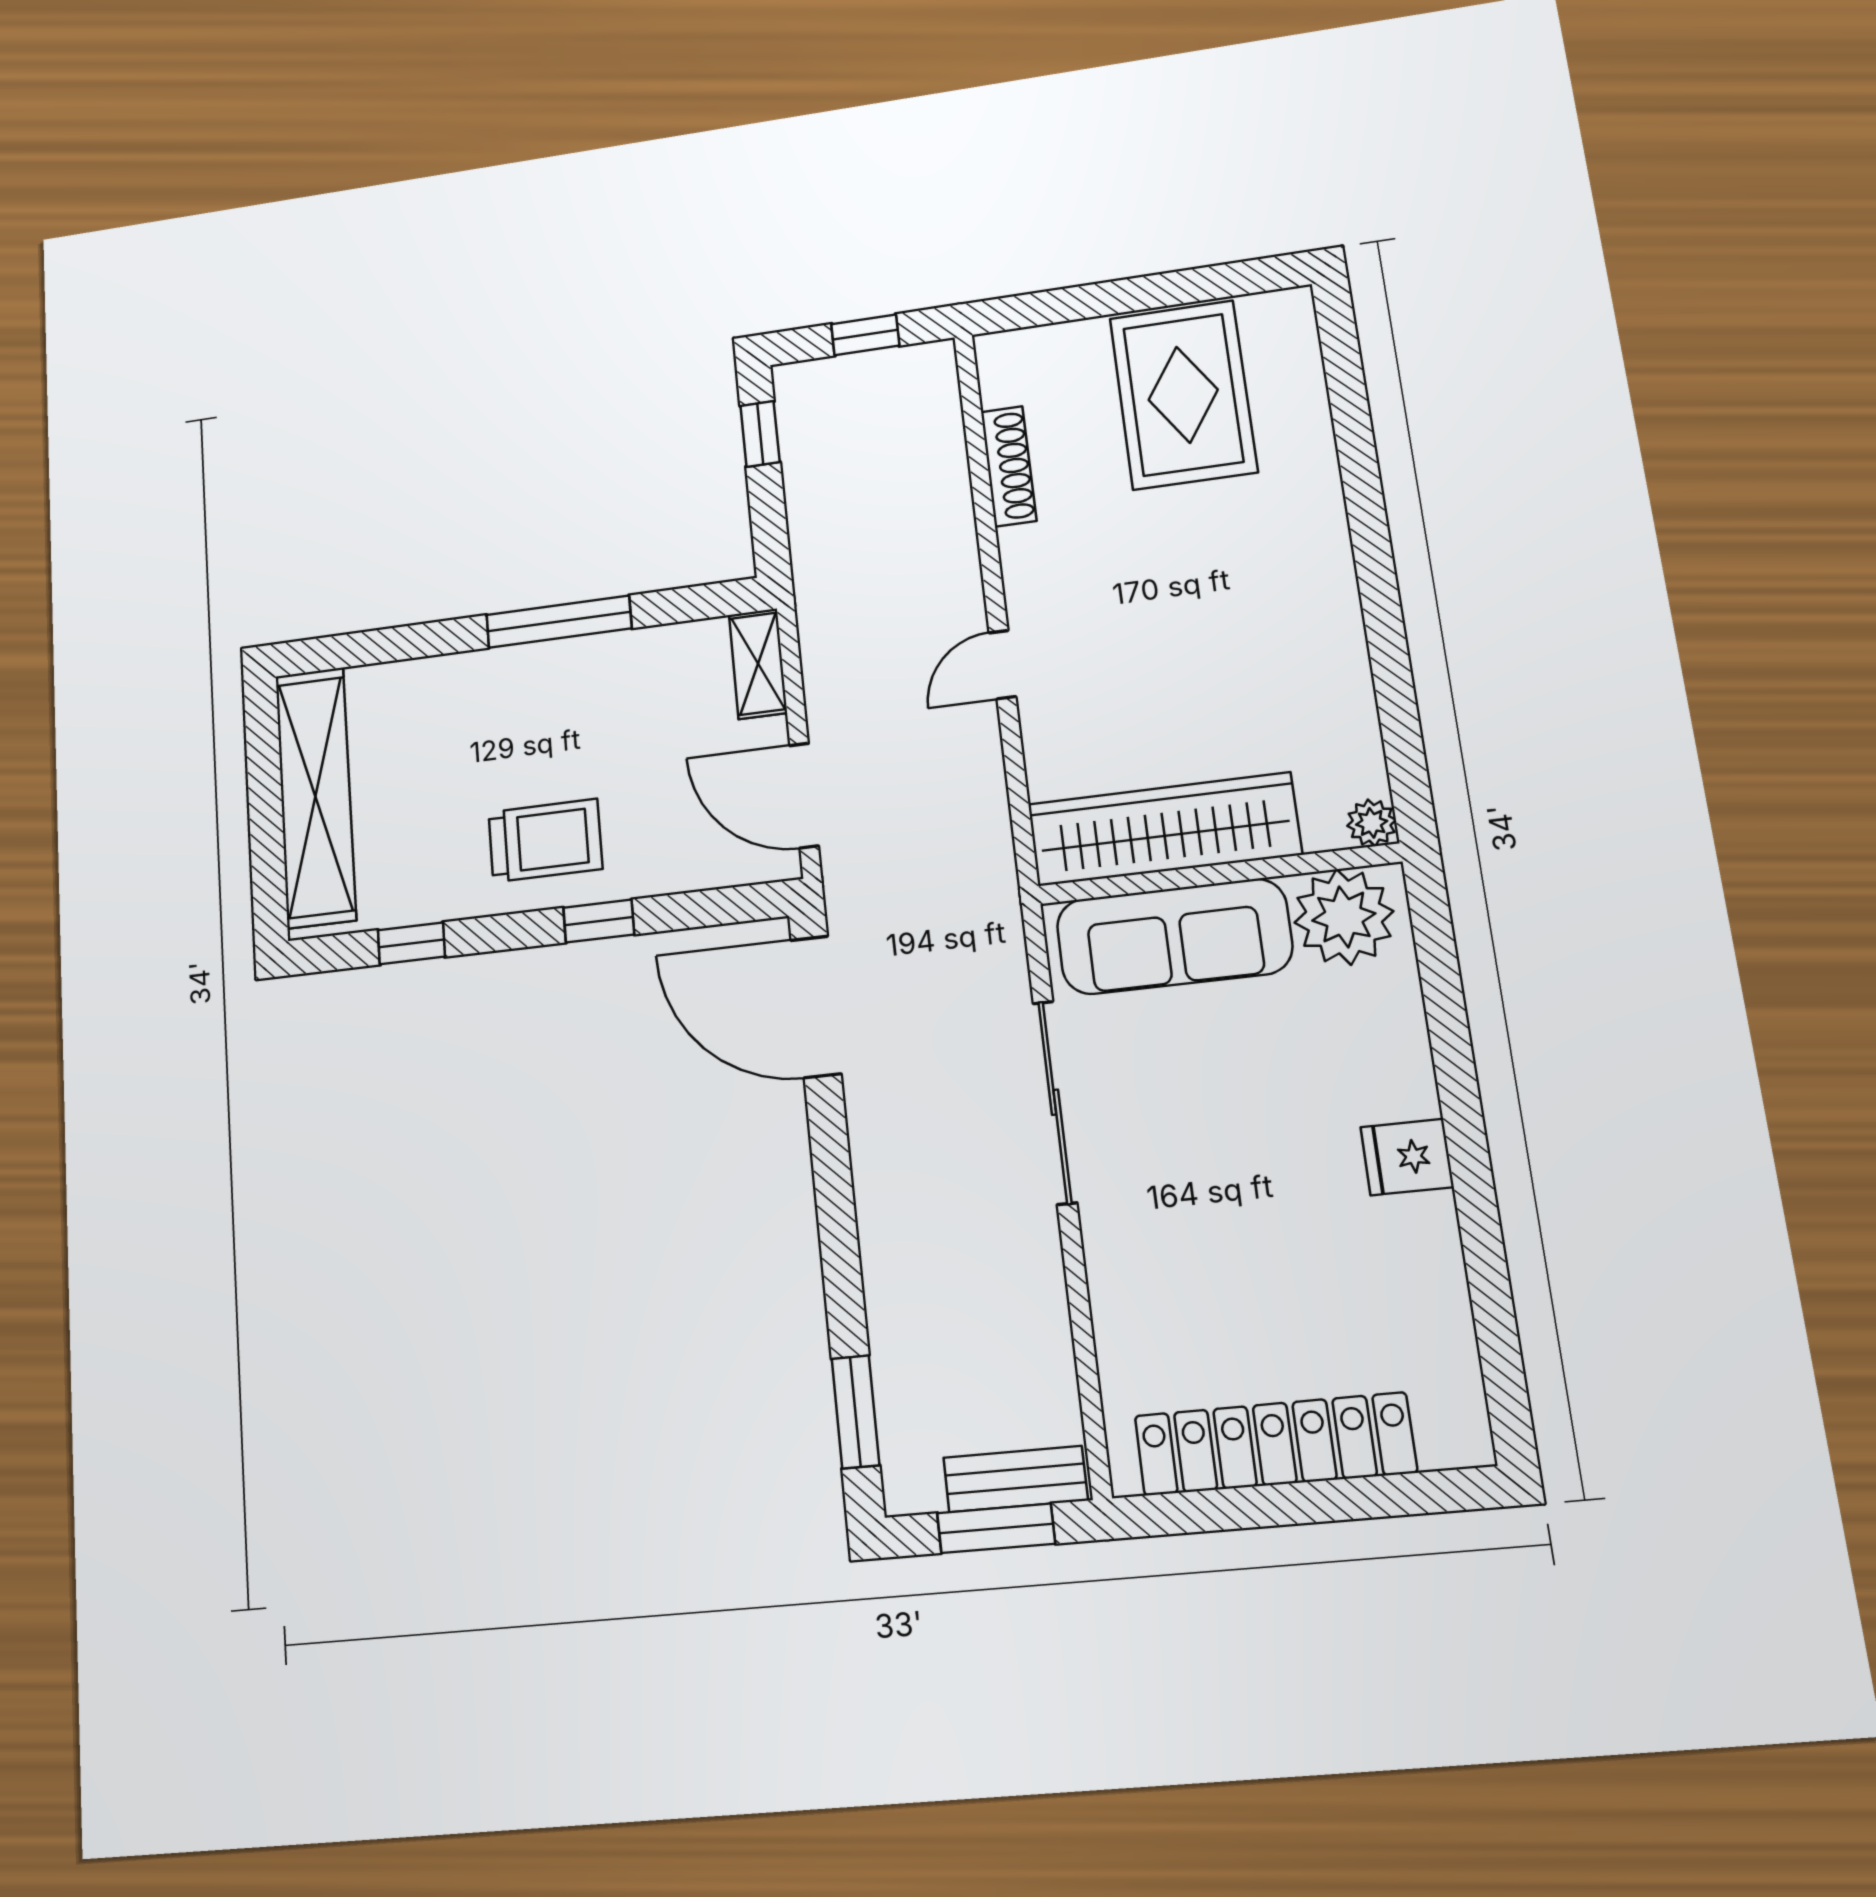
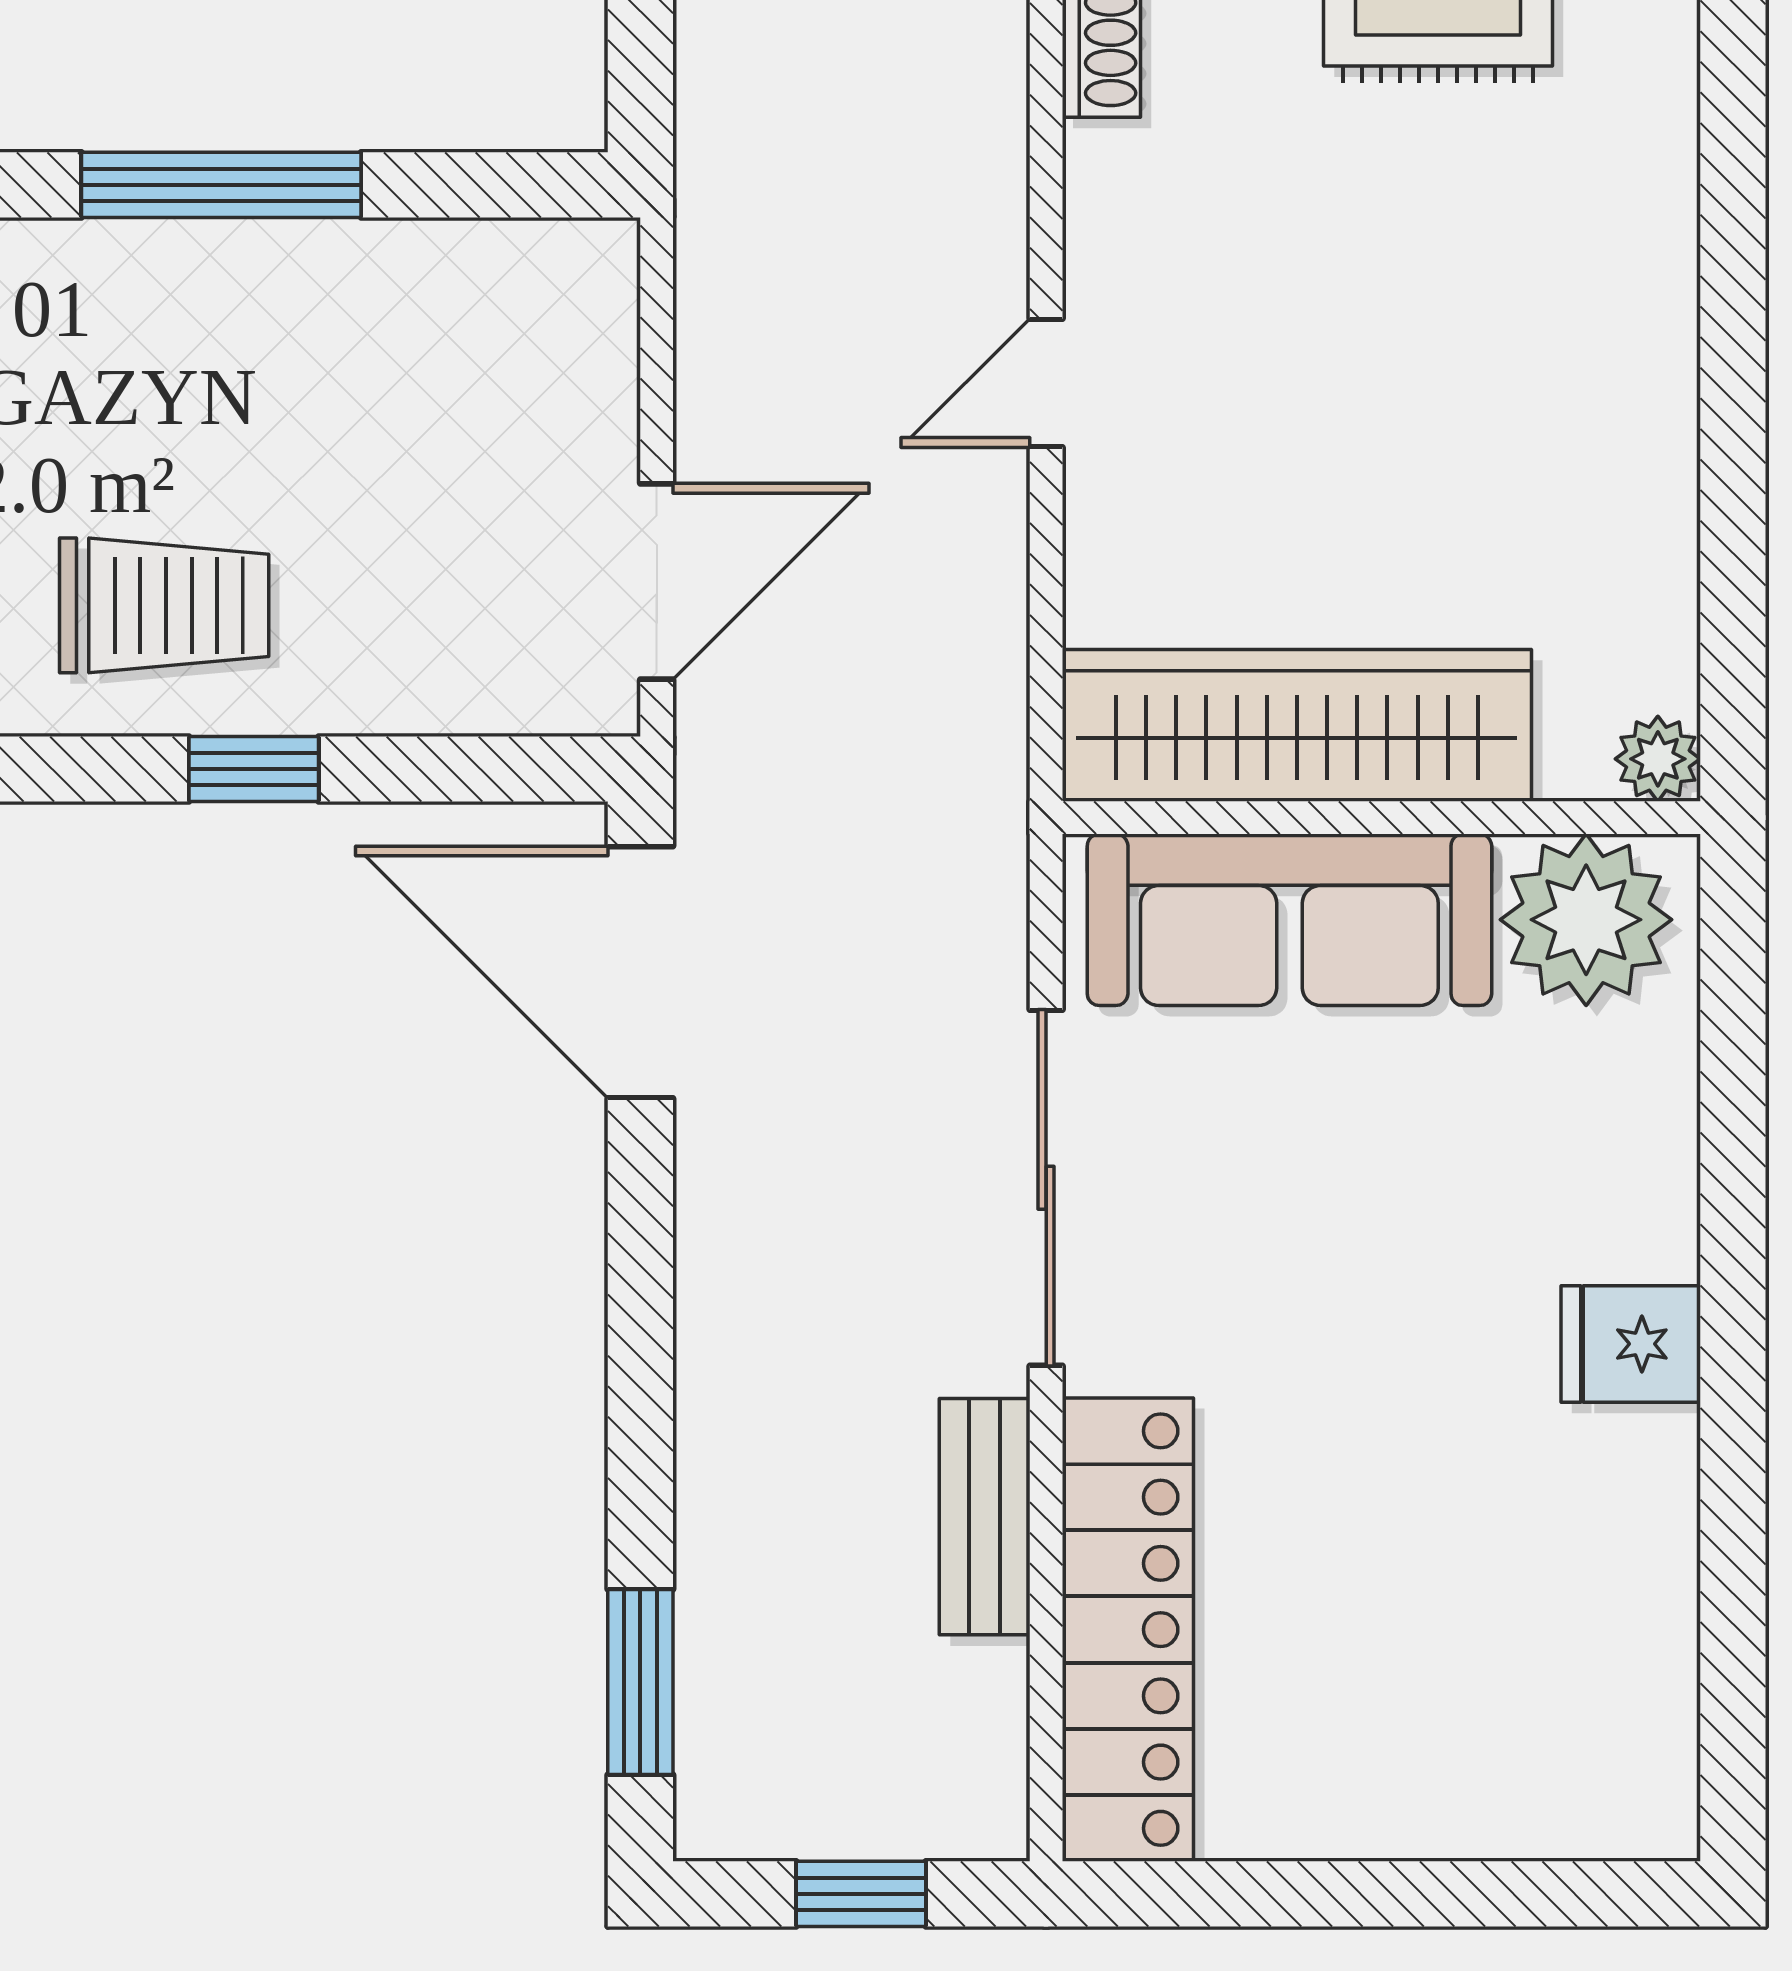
shelving: (758, 664) -> (595, 319), removed
door: (804, 796) -> (657, 582), swing flipped
locker: (1275, 1444) -> (1128, 1630), moved, turned 90
bench: (1015, 1479) -> (985, 1517), moved, turned 90
window: (996, 1528) -> (861, 1894), width x0.67

